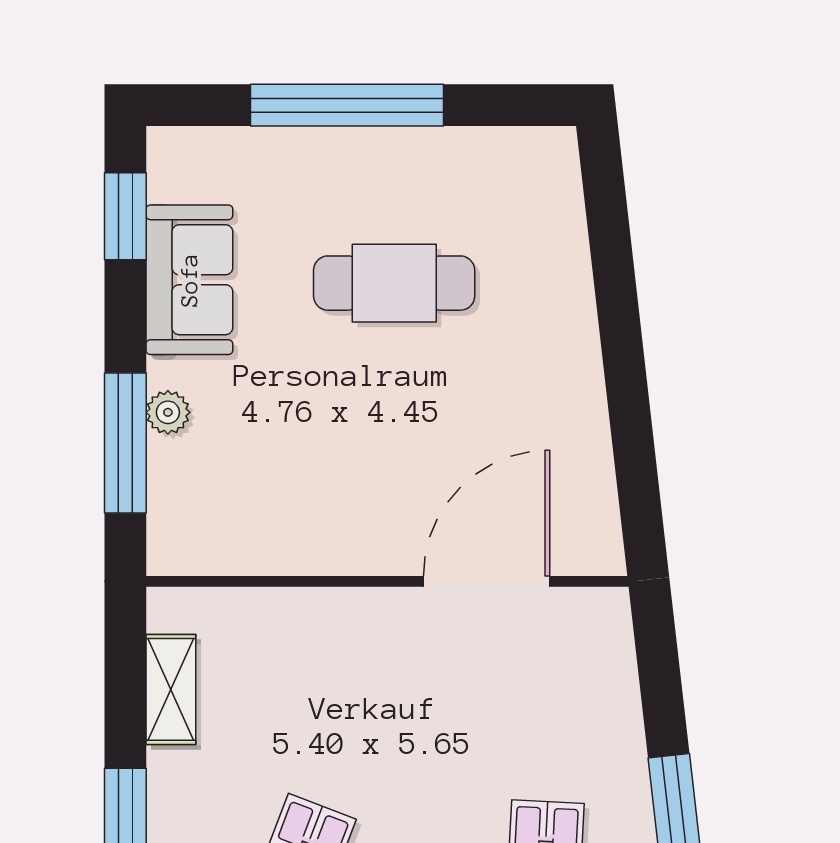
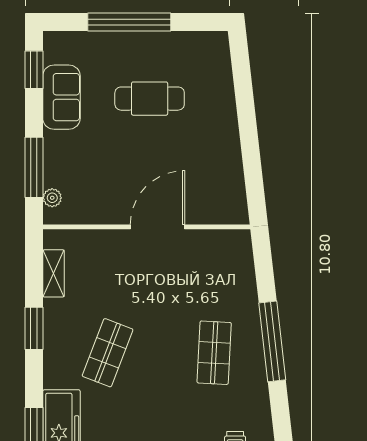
plant: (168, 412) -> (52, 198), moved
door: (487, 581) -> (157, 227), moved

